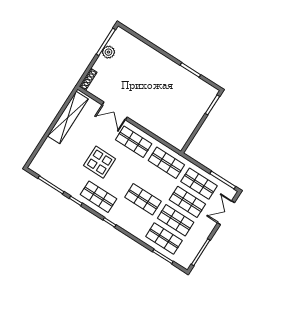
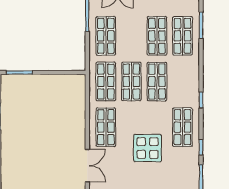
shop shelf: (187, 202) -> (131, 82), moved

